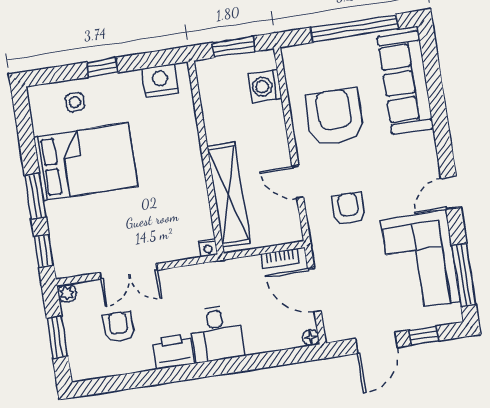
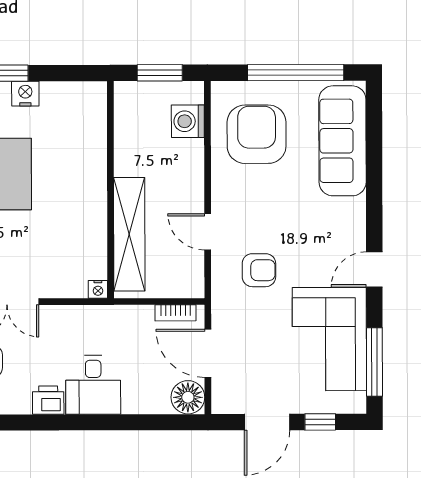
nightstand: (160, 81) -> (25, 94), moved, width x0.74, depth x0.75
armchair: (335, 117) -> (257, 134), moved
armchair: (349, 209) -> (259, 270), turned 90
floor lamp: (311, 338) -> (188, 397), width x1.89, depth x1.89
printer: (173, 351) -> (48, 400), width x0.73, depth x0.81

